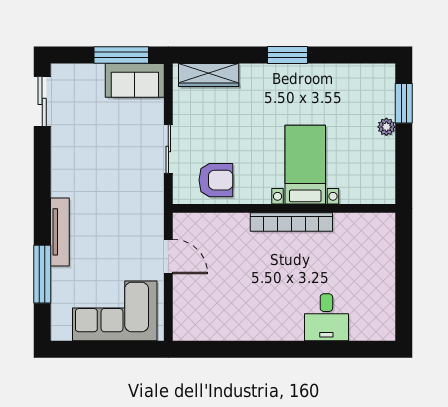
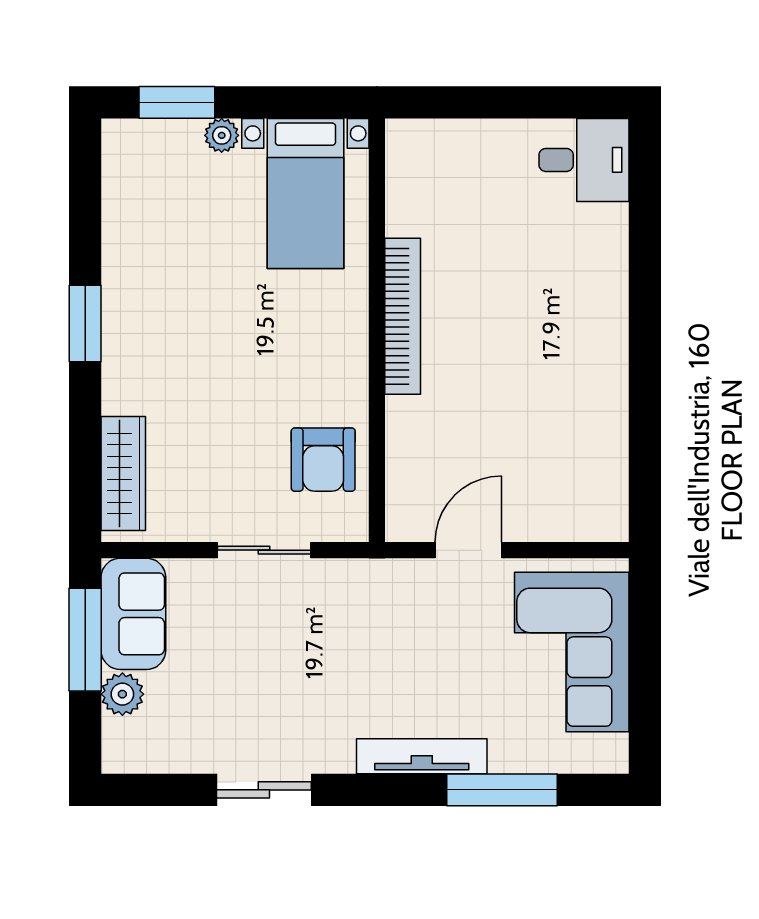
plant: (93, 75) -> (122, 694), added
sliding door: (42, 101) -> (264, 790), moved
bed with nightstands: (305, 165) -> (305, 194), moved, turned -90
armchair: (216, 180) -> (323, 460), turned 180
desk: (326, 317) -> (584, 160), moved

